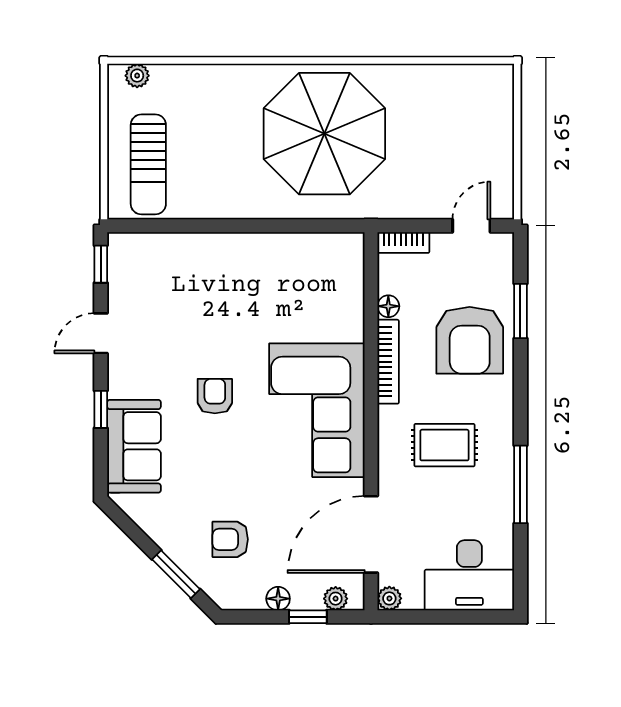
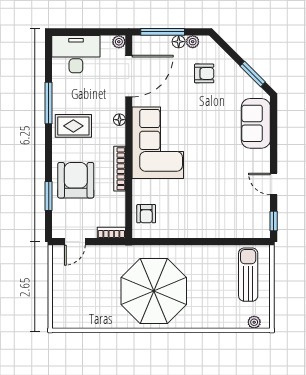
floor lamp: (388, 306) -> (119, 120), moved
door: (101, 333) -> (274, 184), swing flipped
armchair: (215, 396) -> (146, 214), moved
window: (101, 409) -> (274, 143), removed
rug: (444, 445) -> (73, 126), moved
window: (176, 574) -> (253, 74), moved
plant: (336, 599) -> (193, 42), moved
window: (308, 617) -> (163, 32), width x2.17

